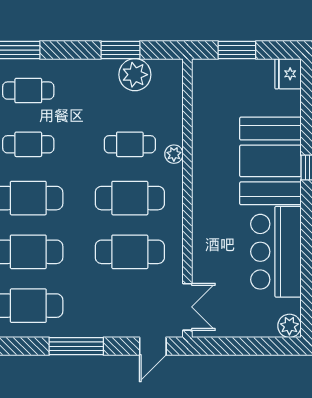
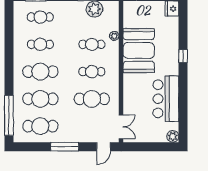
plant: (174, 154) -> (114, 36), moved
booth: (270, 161) -> (139, 50), moved
cafe table: (130, 198) -> (92, 72), width x0.73, depth x0.74

